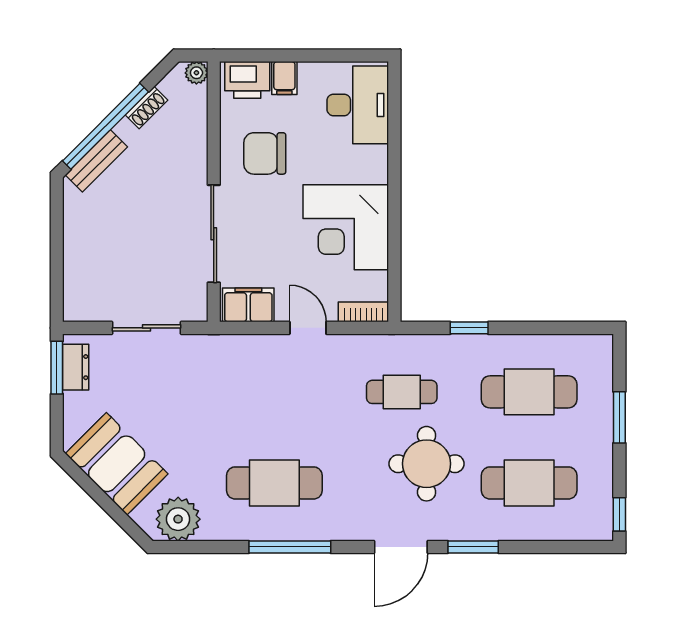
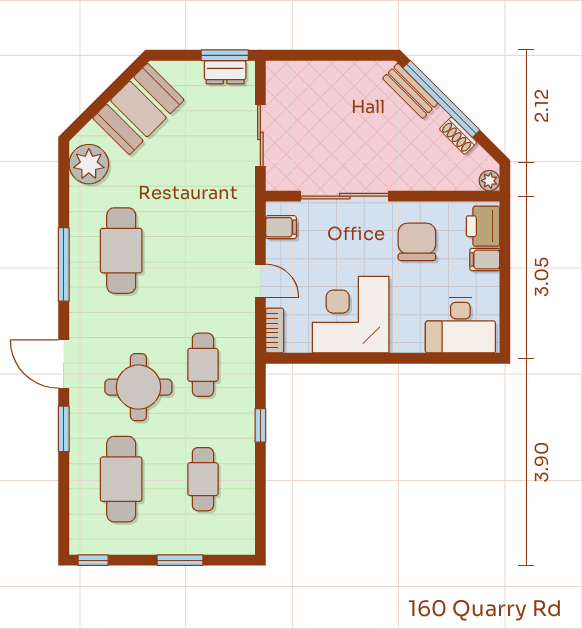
filing cabinet: (248, 305) -> (281, 227), width x0.50
door: (308, 328) -> (260, 281), hinge flipped
cafe table: (529, 392) -> (203, 479), width x0.73, depth x0.74

